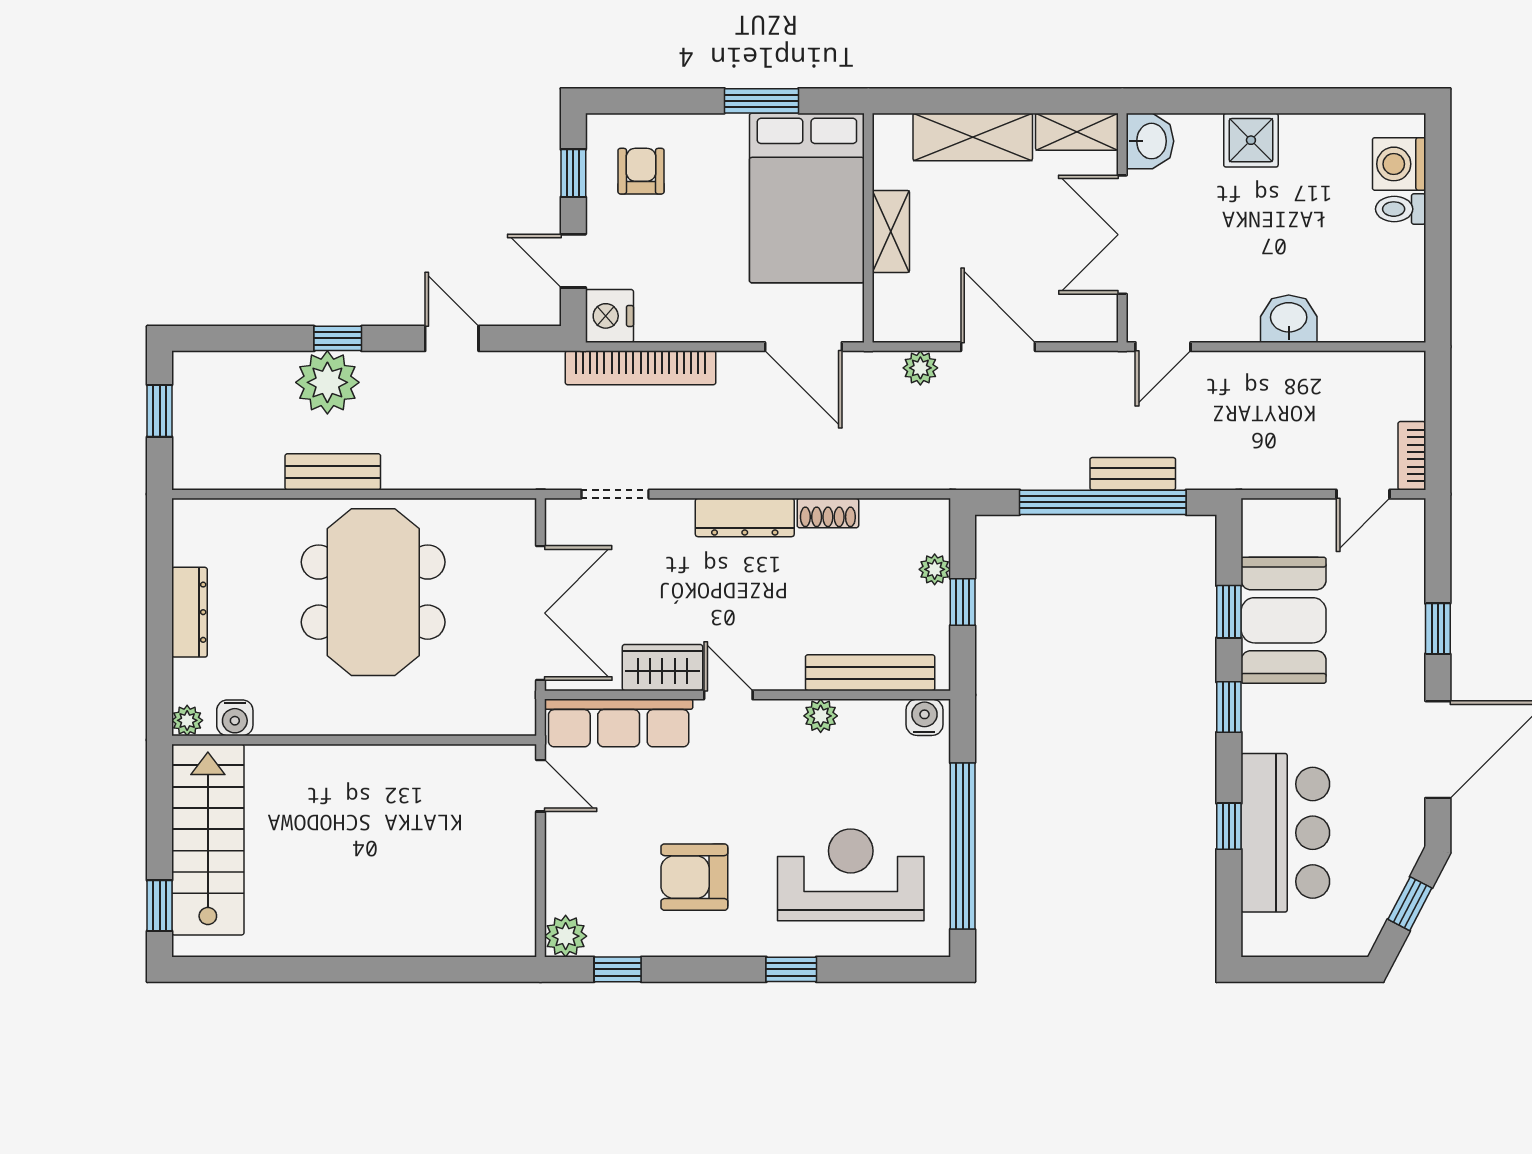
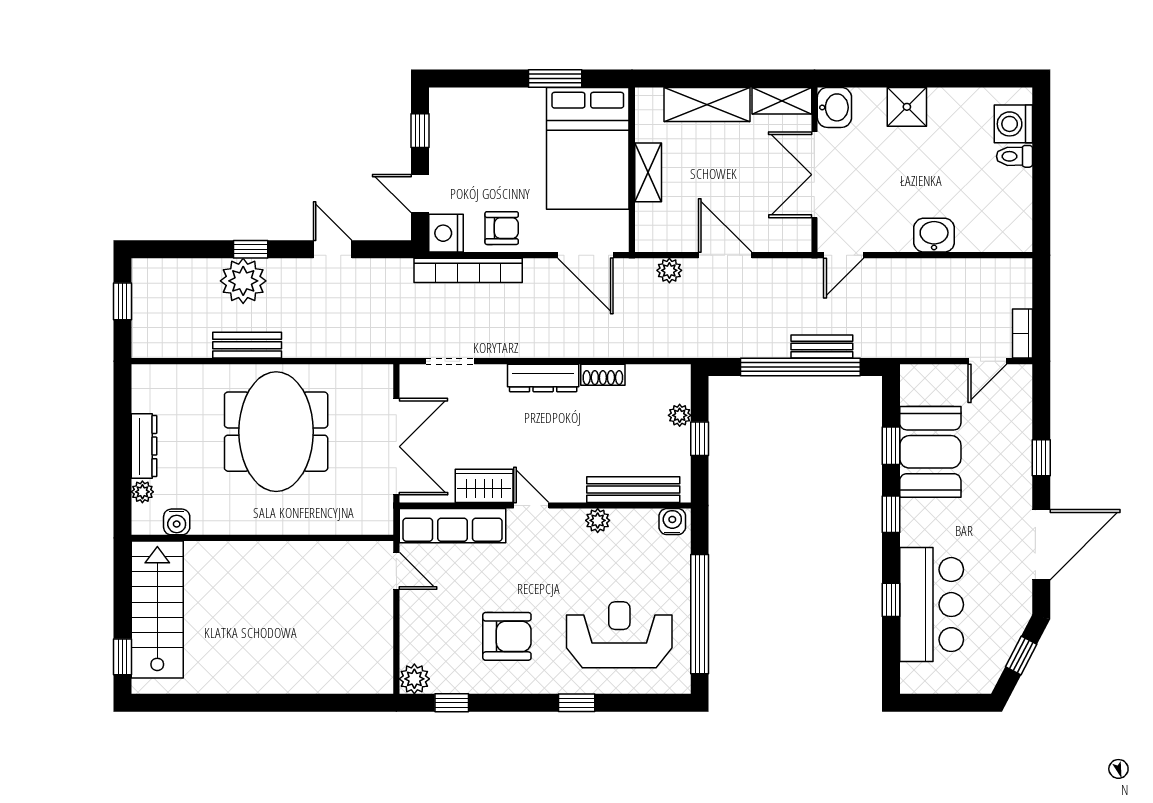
armchair: (641, 171) -> (502, 228), moved, turned 90
plant: (187, 720) -> (142, 492), moved
armchair: (694, 877) -> (507, 636), turned 180

